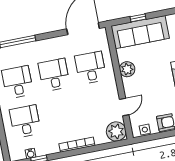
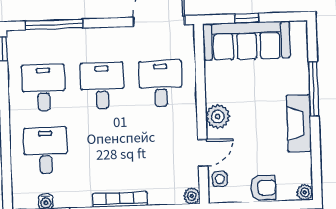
plant: (127, 69) -> (218, 117), moved
side table: (145, 130) -> (220, 179), moved
plant: (116, 131) -> (192, 196), width x0.53, depth x0.53

